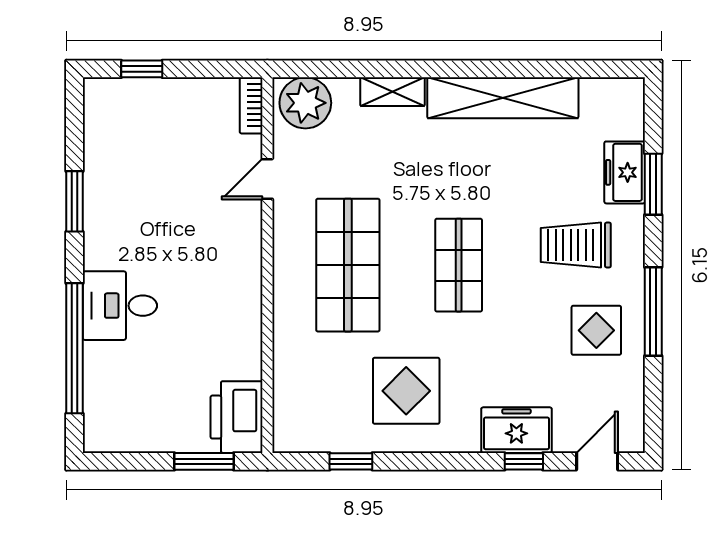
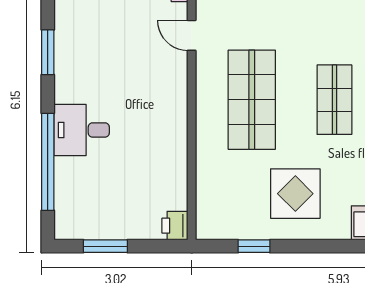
door: (267, 179) -> (192, 35), hinge flipped
printer: (237, 417) -> (175, 226), width x0.53, depth x0.68
window: (204, 461) -> (105, 246), moved

